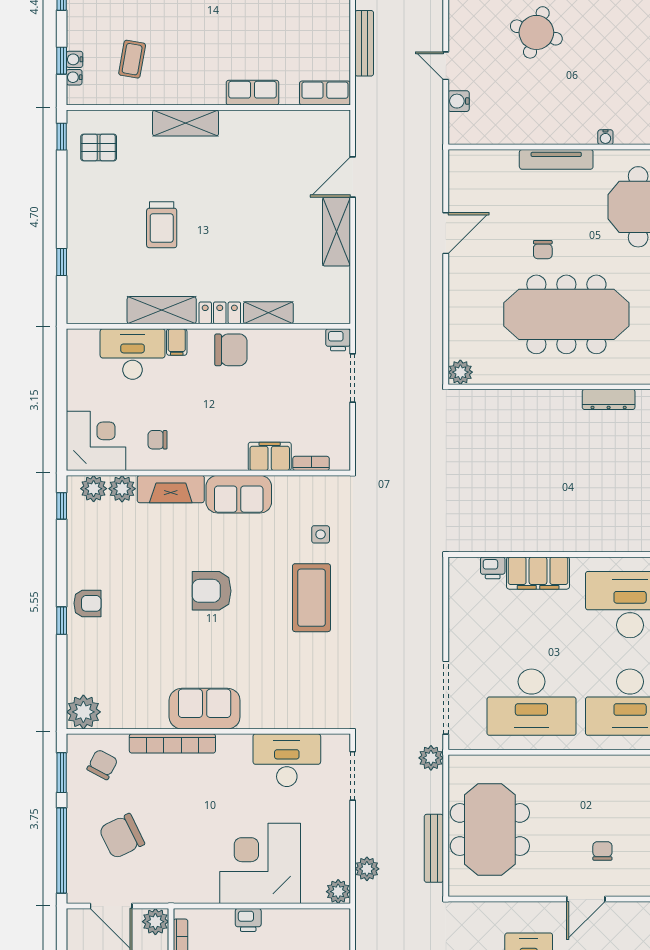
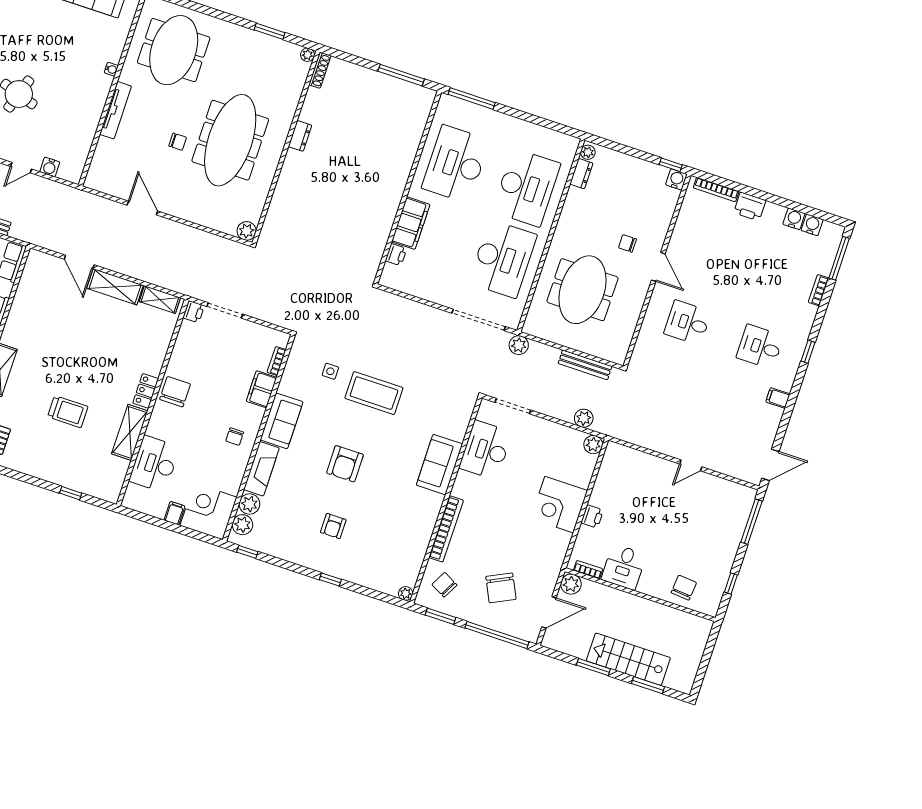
shelving: (268, 313) -> (160, 300), moved, turned 90
filing cabinet: (177, 342) -> (174, 513), moved, turned -90
dresser: (609, 399) -> (300, 136), width x0.70
chair: (158, 440) -> (235, 437), moved
armchair: (87, 603) -> (333, 526), moved, turned 180
sofa: (205, 709) -> (439, 465), moved
plant: (83, 712) -> (406, 593), width x0.53, depth x0.53
meeting table: (490, 830) -> (582, 290), moved, turned 90
corner desk: (260, 863) -> (559, 505), width x0.74, depth x0.74

